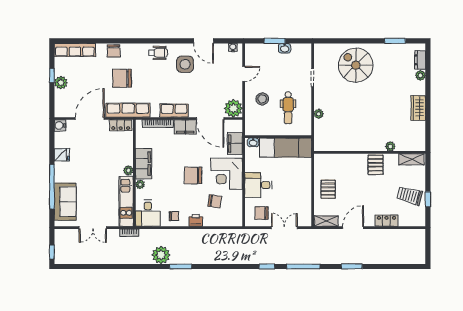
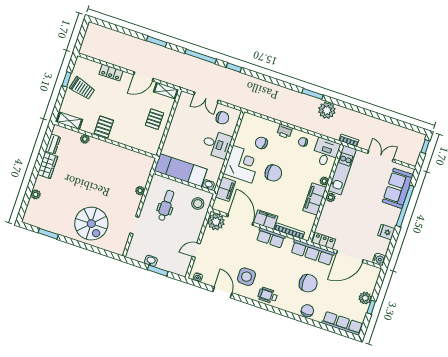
dresser: (420, 60) -> (53, 144), moved
stool: (262, 99) -> (198, 204), moved

